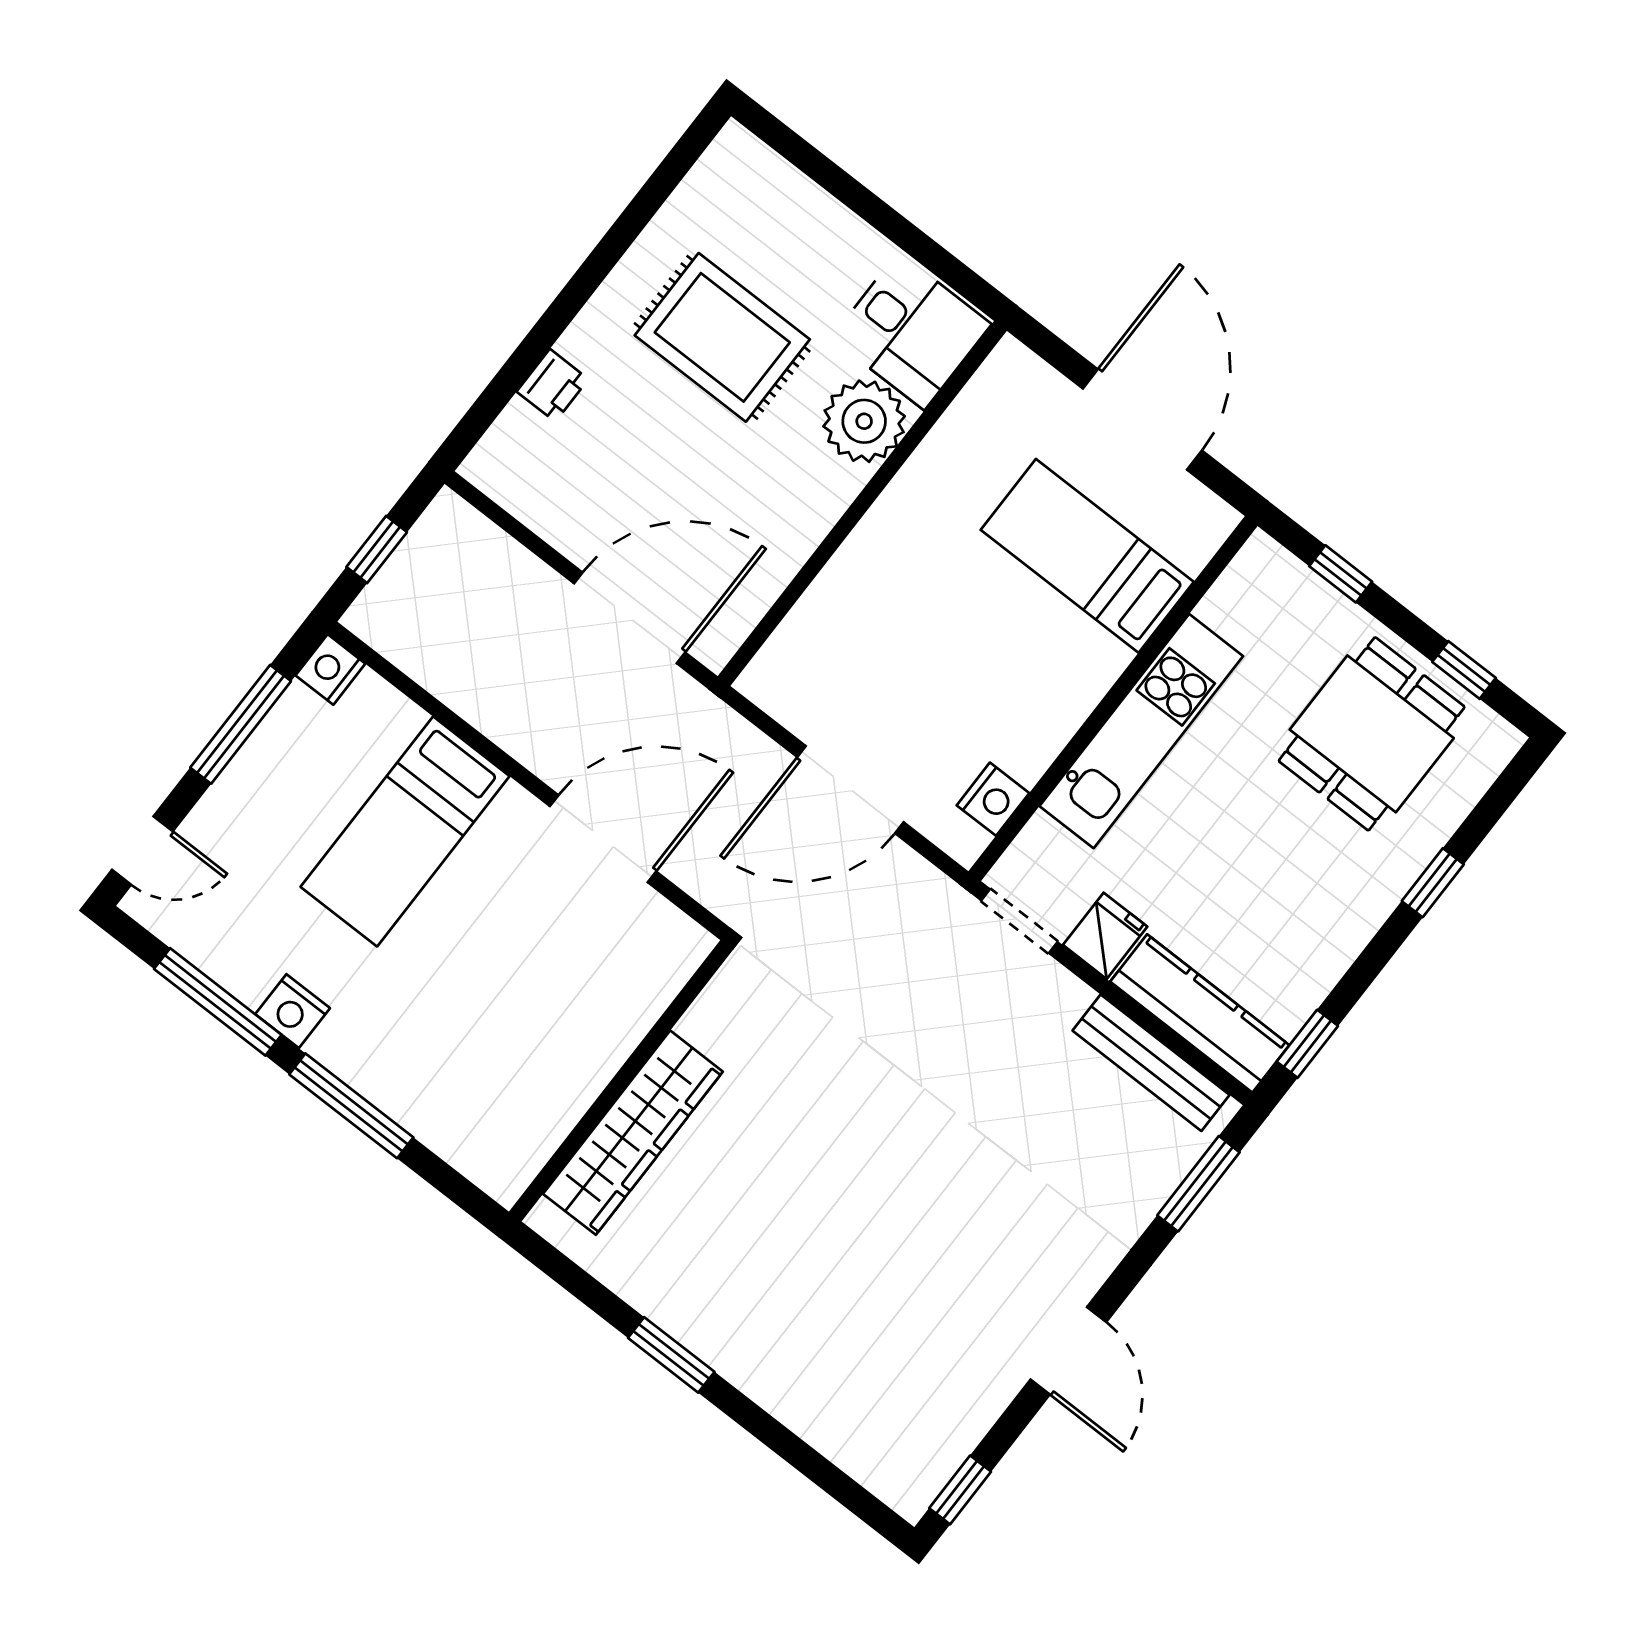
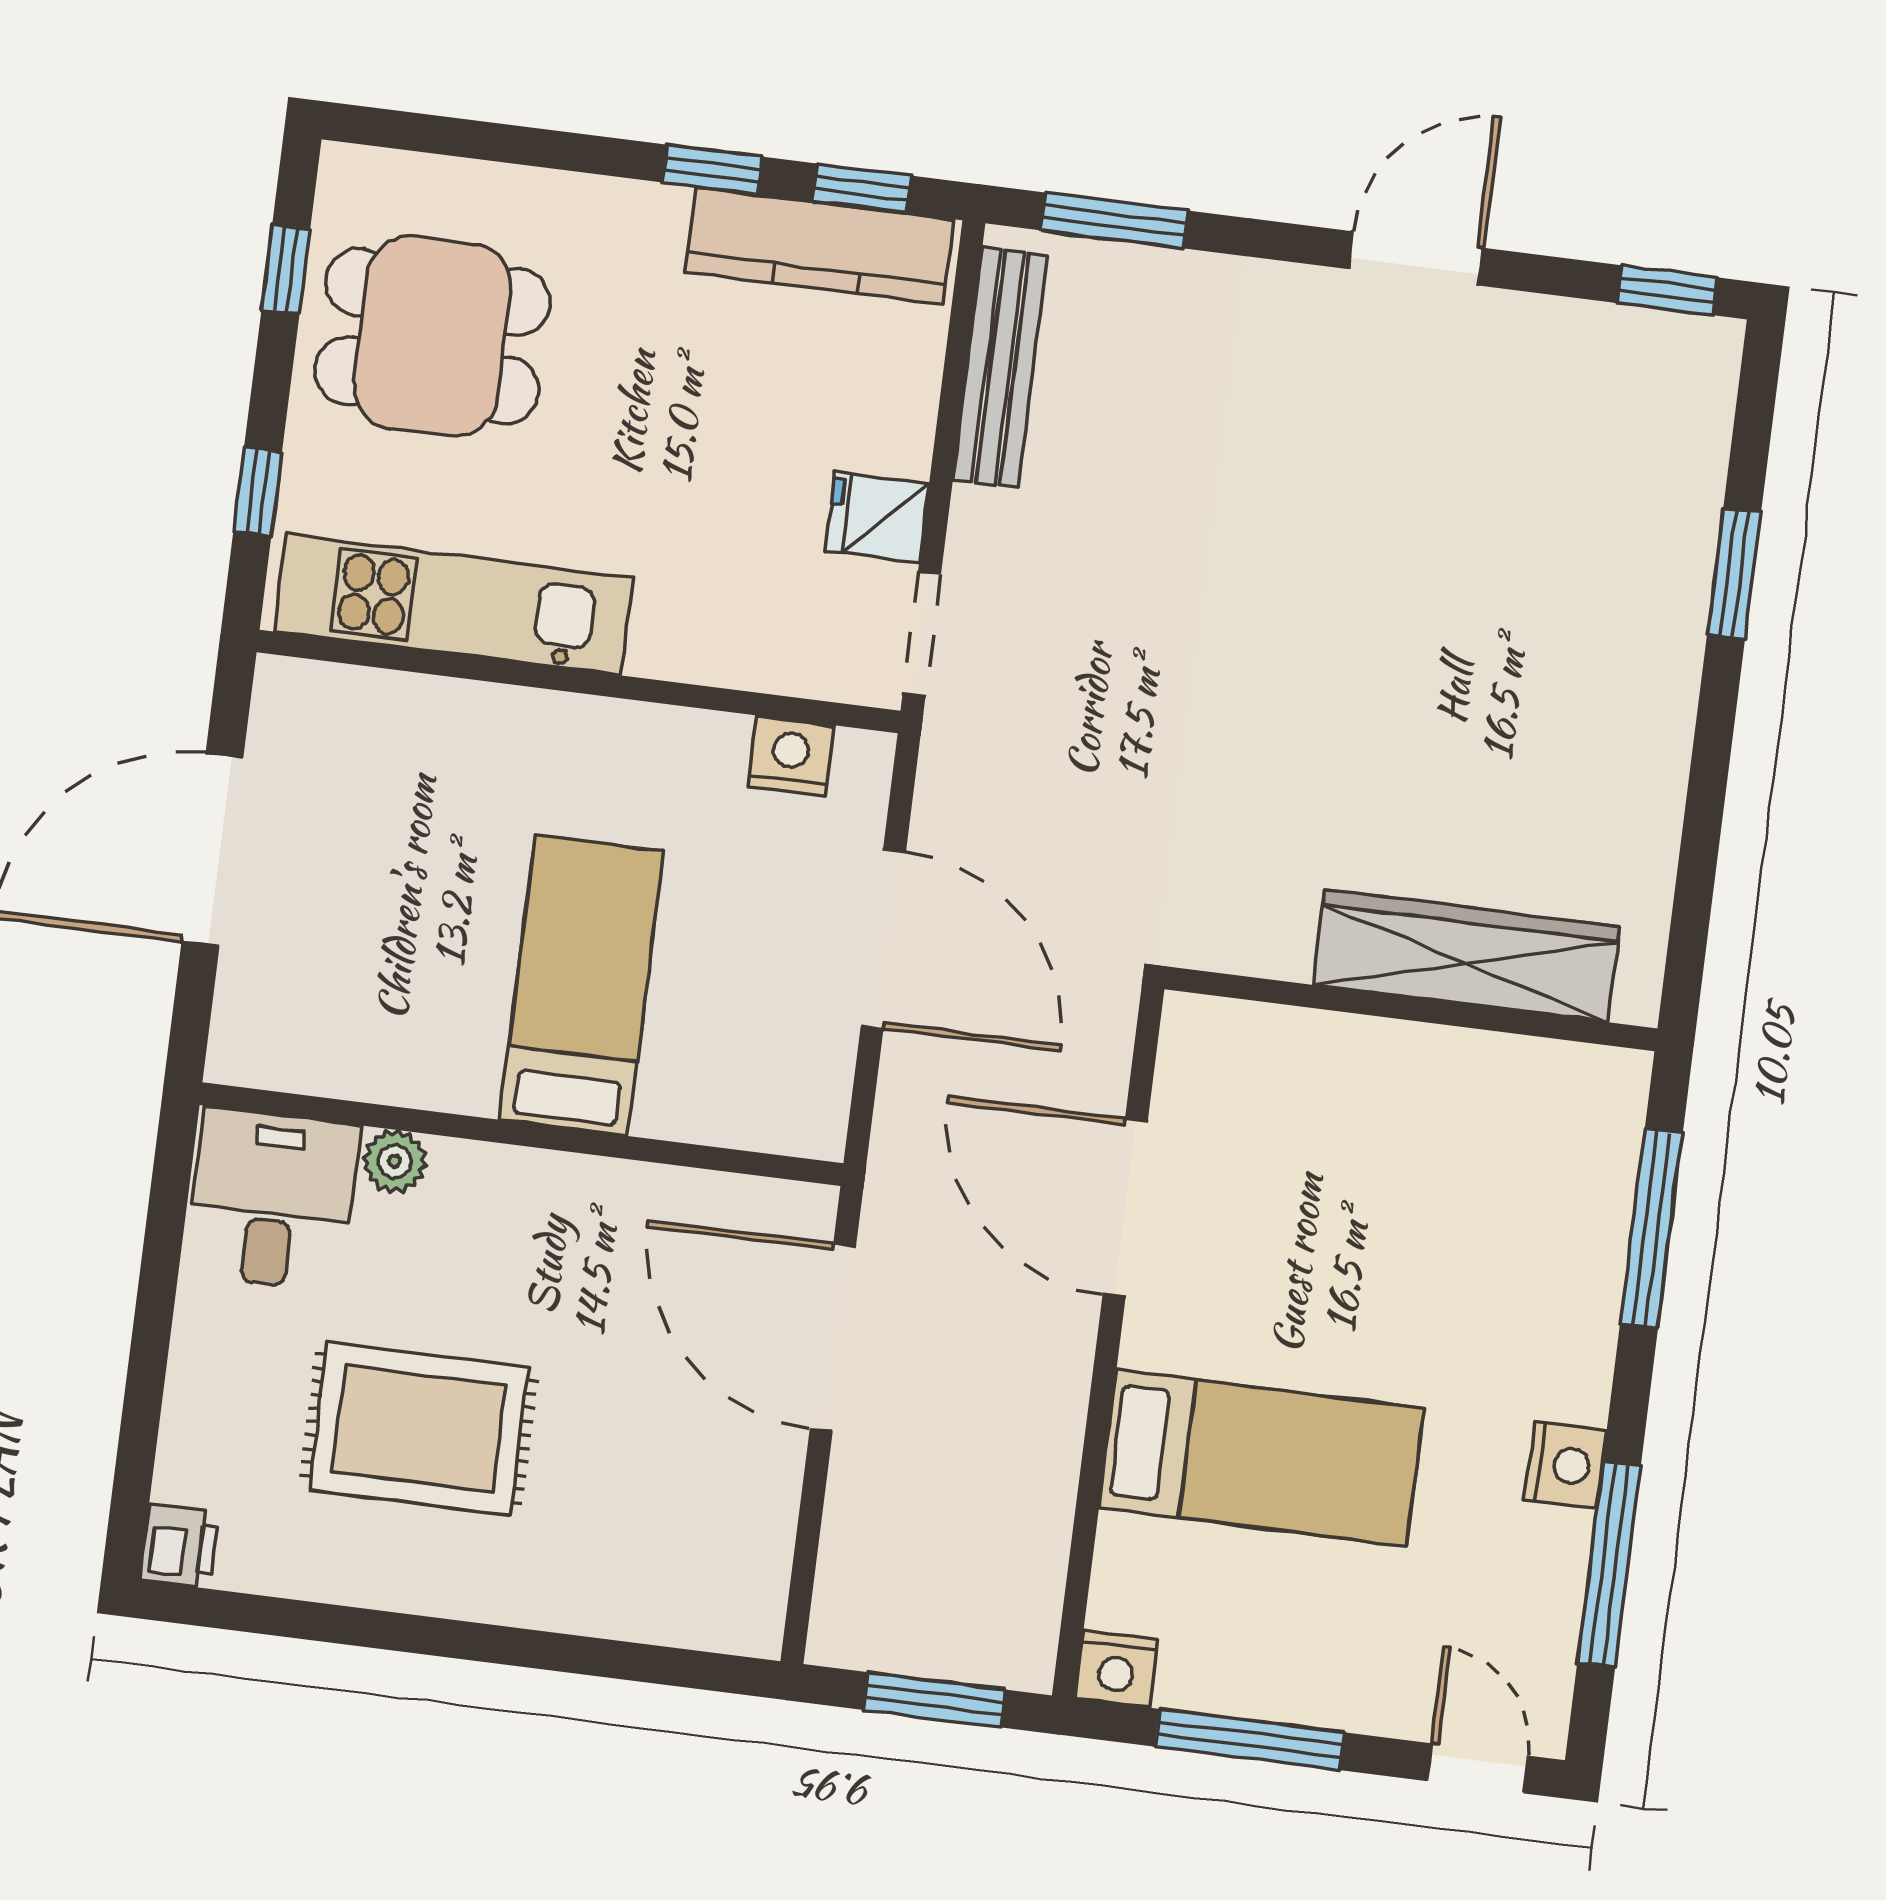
rug: (722, 337) -> (419, 1429), turned 90
printer: (553, 385) -> (179, 1546), moved, turned 90
plant: (864, 421) -> (395, 1161), width x0.53, depth x0.53
window: (377, 550) -> (934, 1700), width x1.50
bed: (1087, 556) -> (581, 985), moved, turned 180
kitchen unit: (1141, 731) -> (453, 605), moved
window: (1433, 883) -> (712, 170), moved
kitchen counter: (1200, 1013) -> (820, 246), moved, turned -90
window: (351, 1106) -> (1651, 1229), moved
window: (671, 1355) -> (1734, 574), moved

